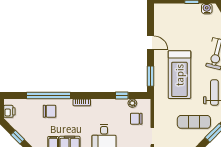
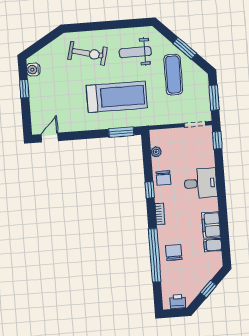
door: (151, 43) -> (50, 138), moved
window: (122, 96) -> (150, 190), moved
chair: (136, 119) -> (163, 178), moved

